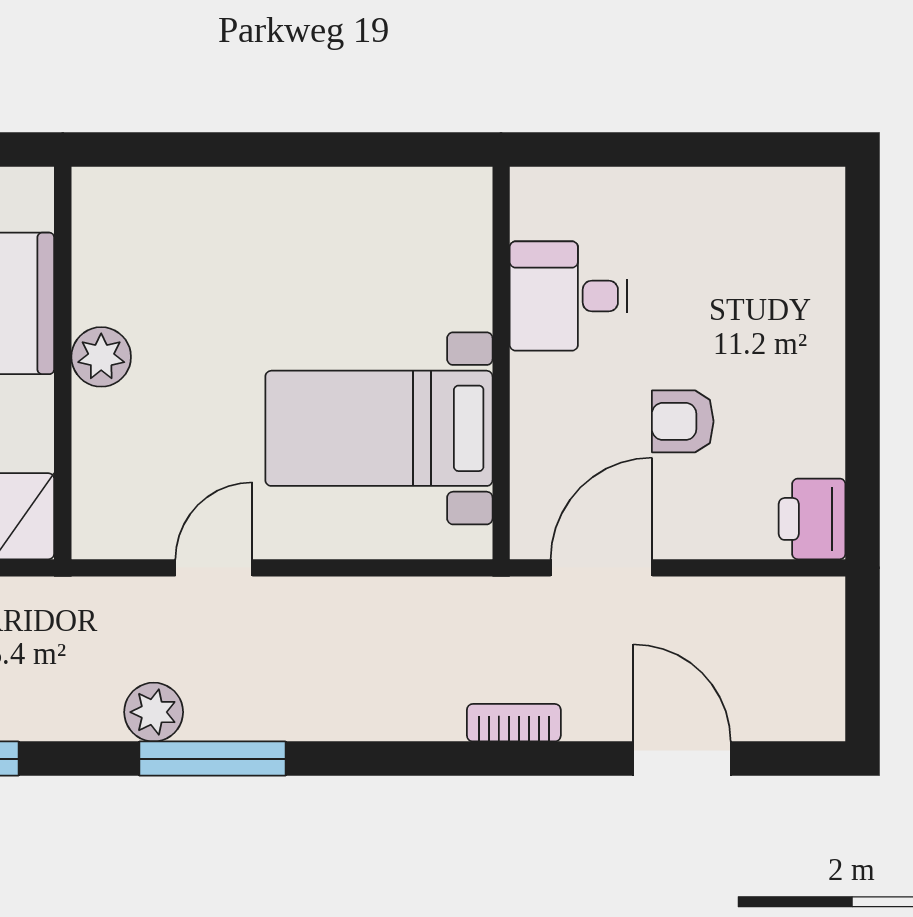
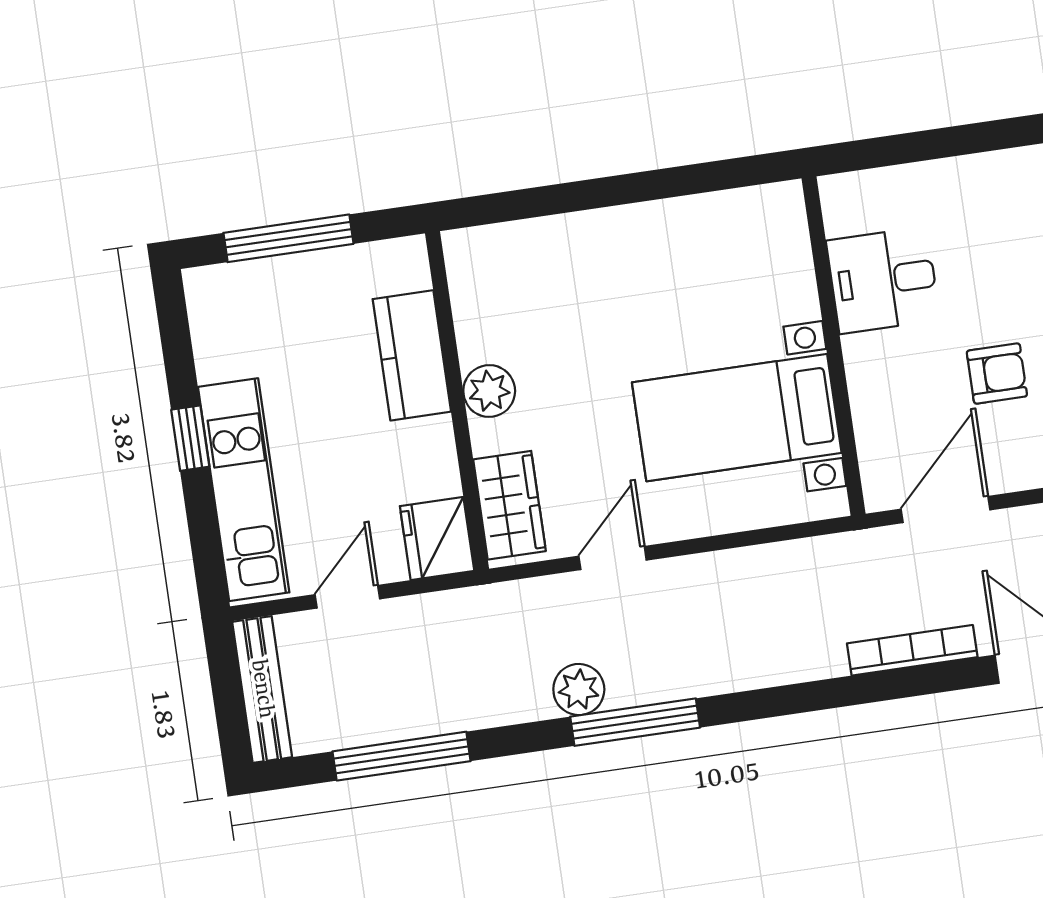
armchair: (683, 421) -> (997, 374), turned 180
wardrobe: (105, 490) -> (509, 505), added
bookcase: (514, 723) -> (912, 650), width x1.56

